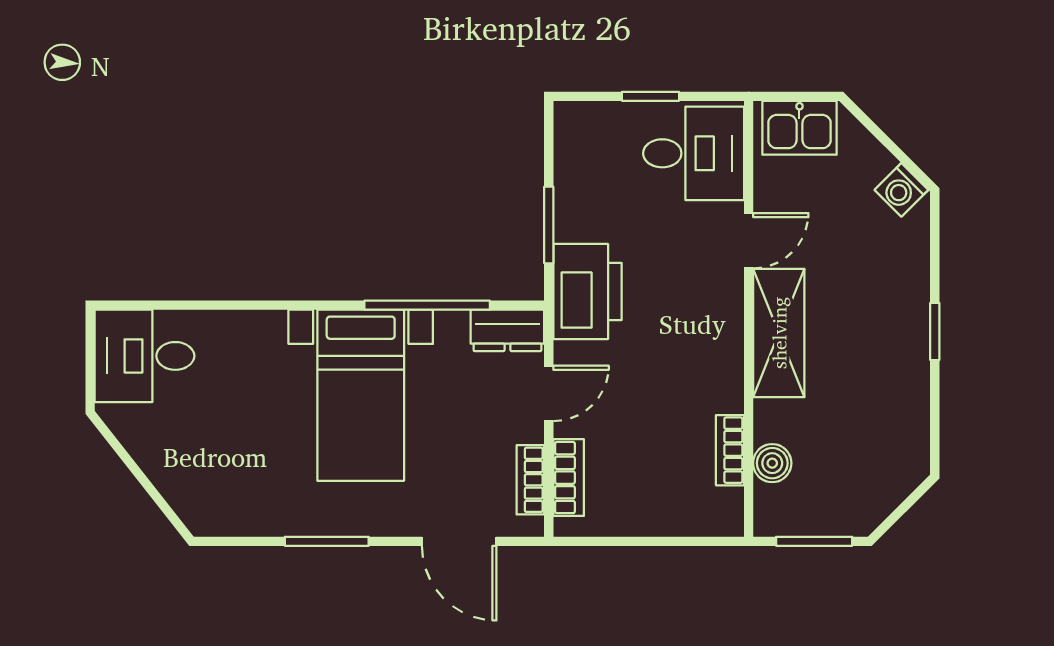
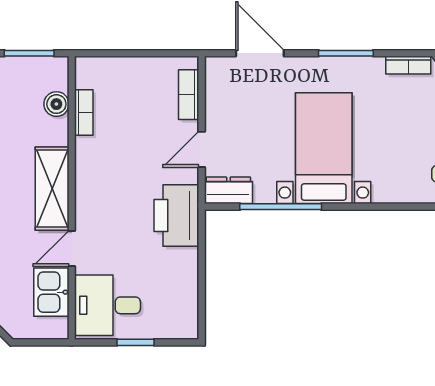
kitchen sink: (799, 128) -> (51, 292), moved, turned -90
window: (549, 225) -> (202, 259), removed
bookcase: (530, 480) -> (408, 65), moved, turned 90

